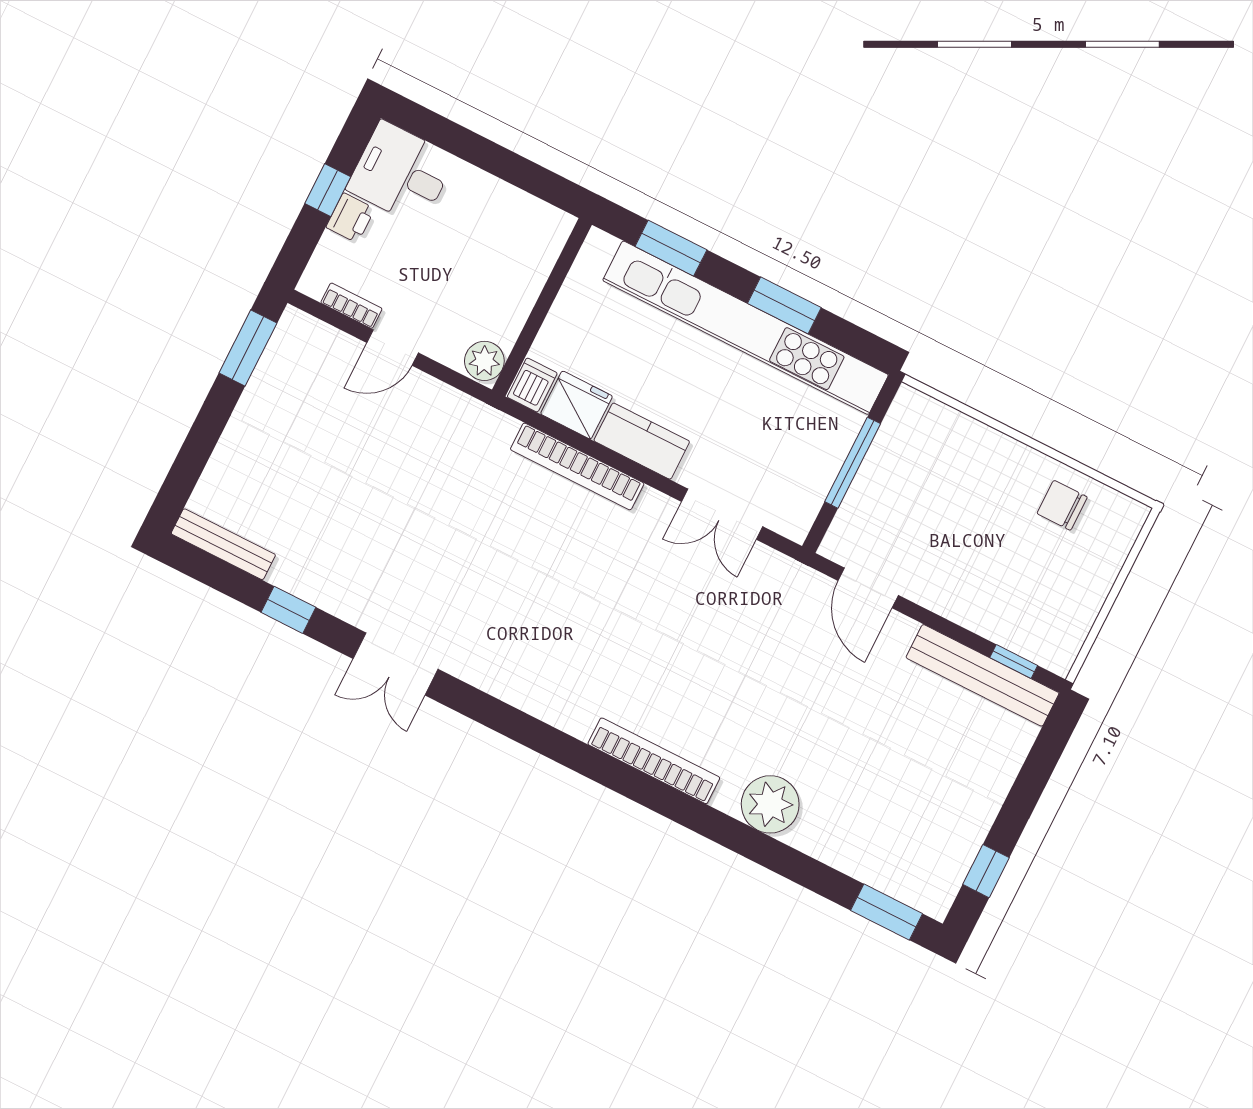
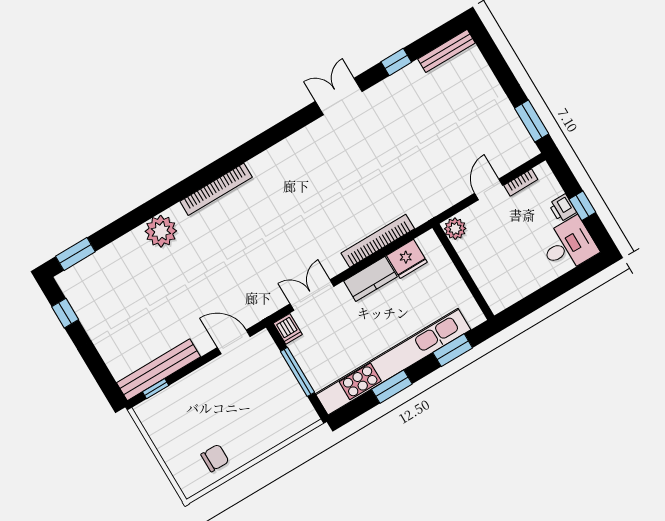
dishwasher: (532, 385) -> (288, 329), moved

